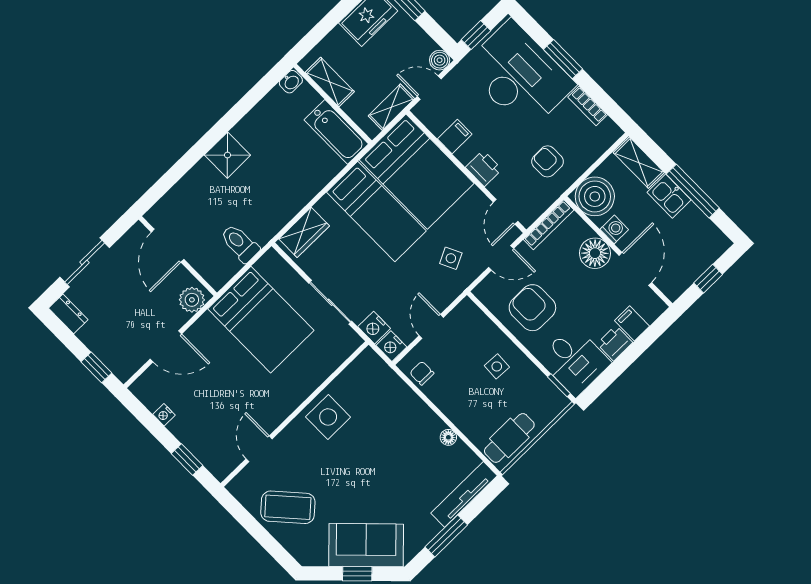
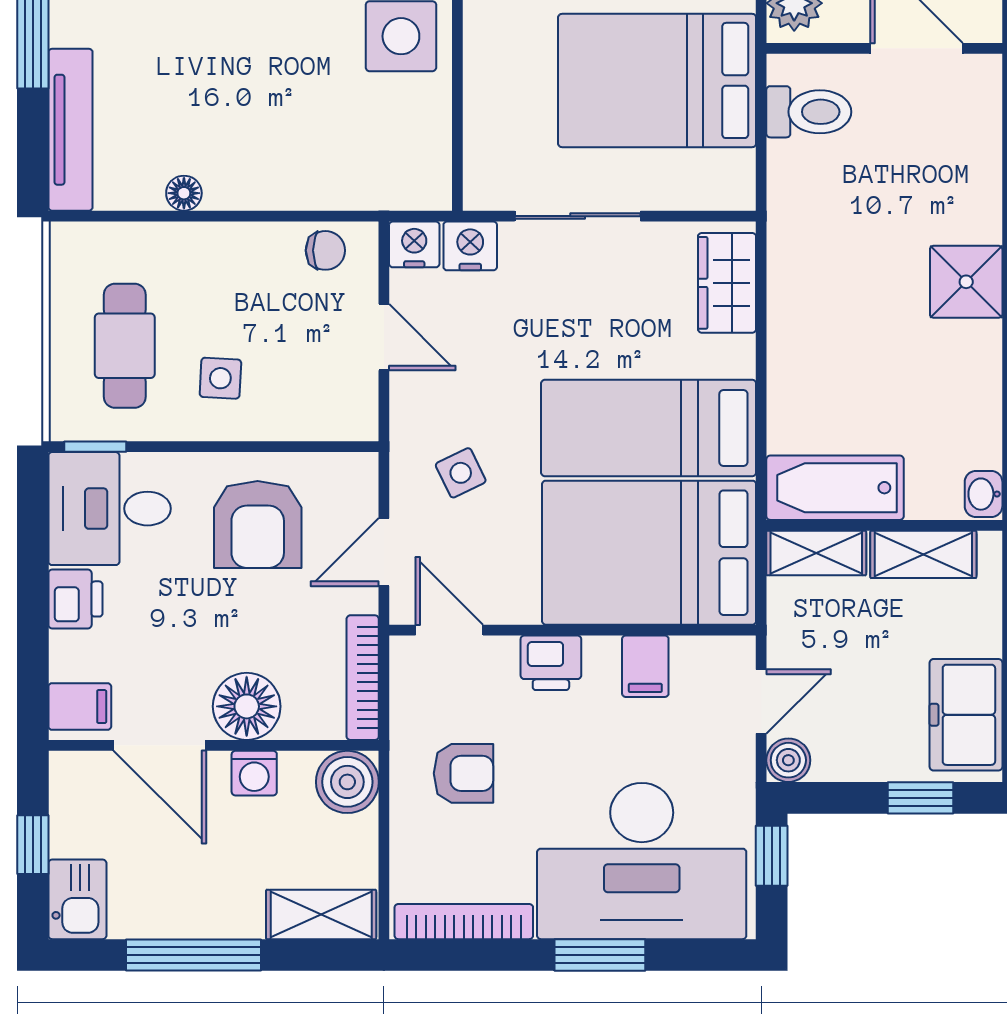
bookcase: (588, 106) -> (464, 922), width x1.56
shelving: (391, 107) -> (816, 553), moved, turned 90
boiler: (595, 196) -> (347, 782), width x0.73, depth x0.73
kitchen sink: (669, 196) -> (77, 899), moved, turned 90
toilet: (240, 243) -> (809, 112), moved
armchair: (532, 308) -> (258, 525), turned 90
filing cabinet: (632, 323) -> (80, 707), moved
cafe table: (509, 438) -> (125, 346), moved

